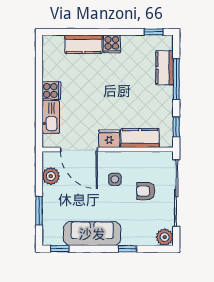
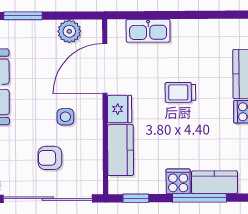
cooker: (51, 91) -> (178, 181), moved, turned 180
trolley: (97, 93) -> (180, 92), added
armchair: (146, 191) -> (50, 158), turned -90

